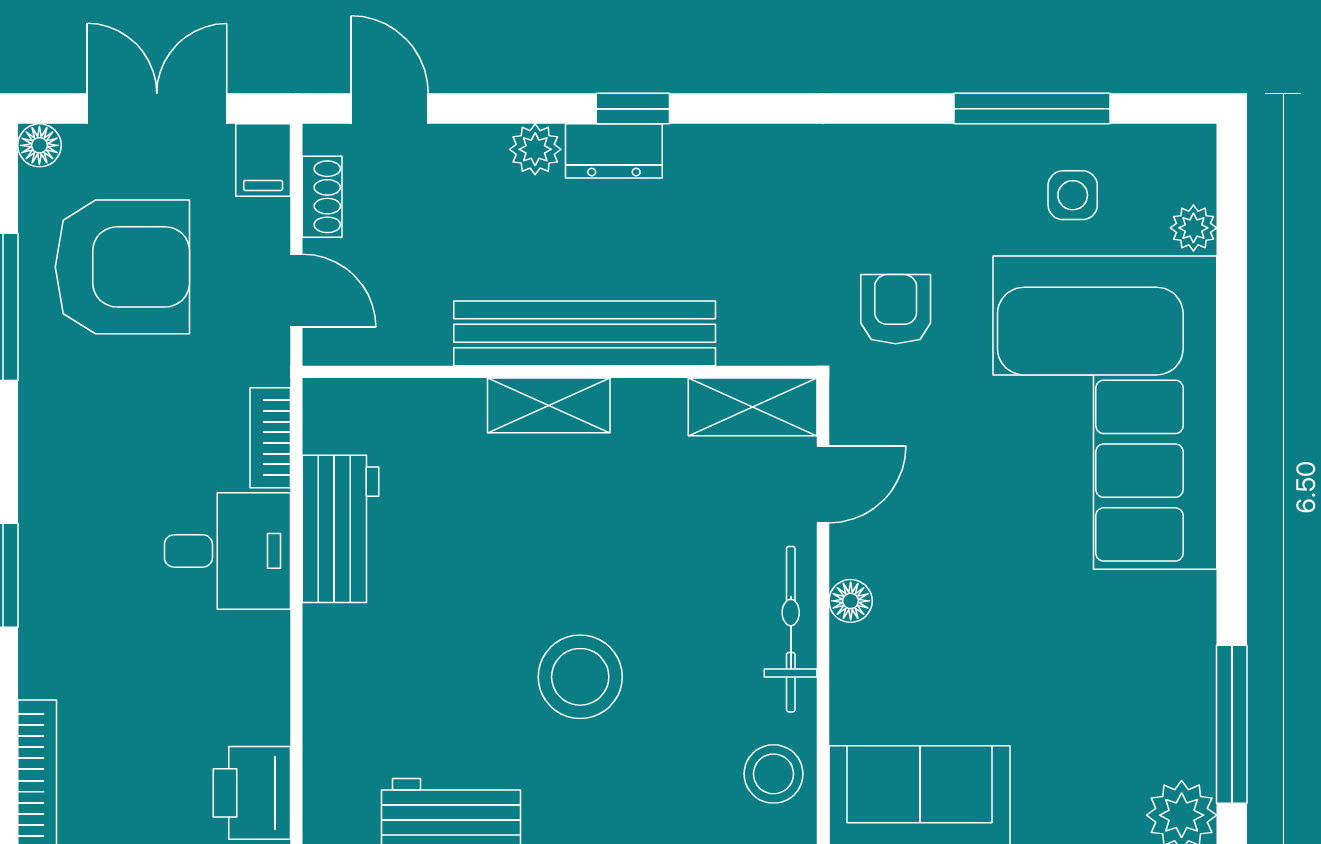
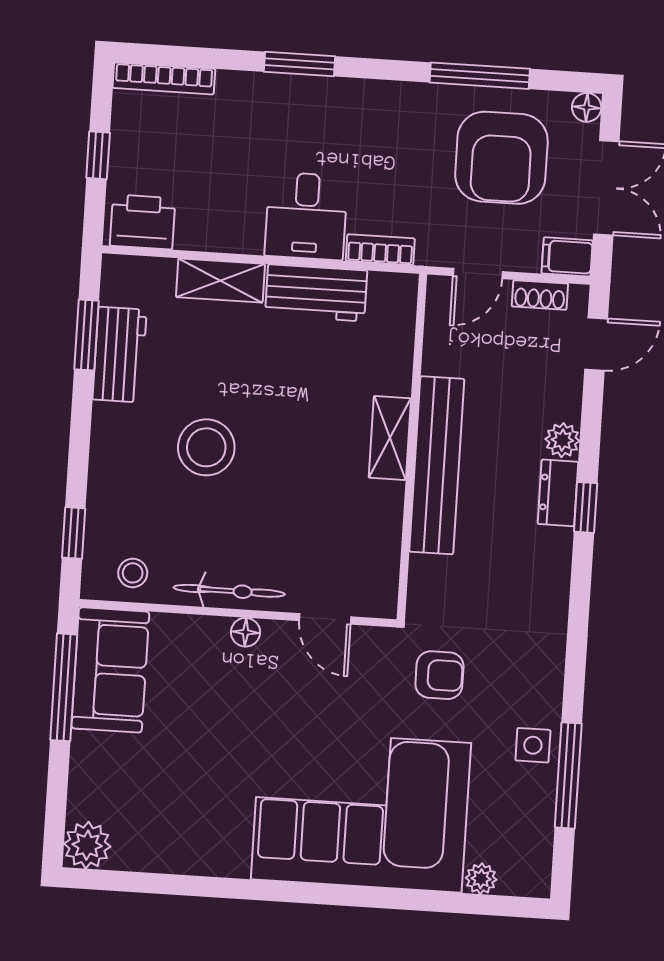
side table: (1073, 195) -> (533, 745), moved
shelving: (753, 407) -> (220, 281), moved, turned 90
window: (1232, 724) -> (146, 883), removed
stool: (774, 774) -> (133, 573), width x0.73, depth x0.73

